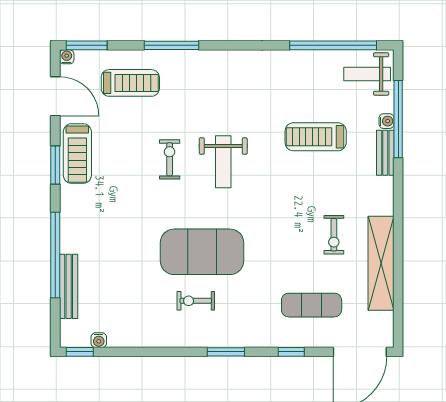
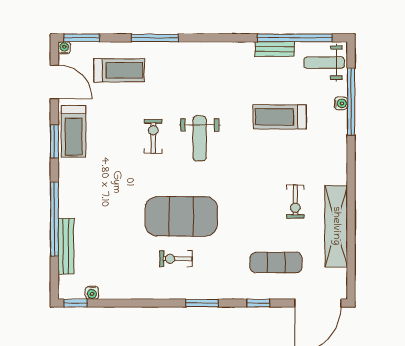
bench: (385, 153) -> (275, 49), moved, turned 90

